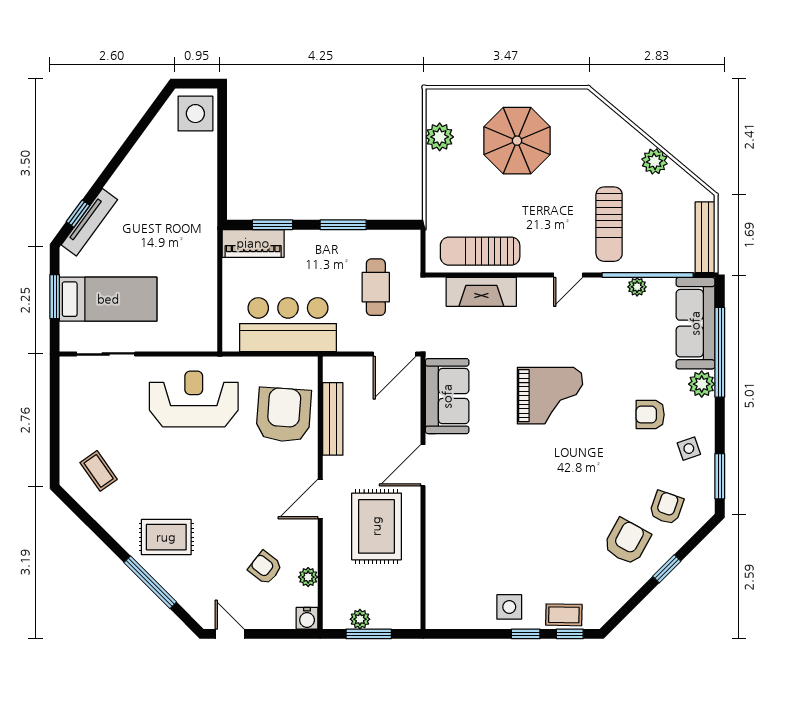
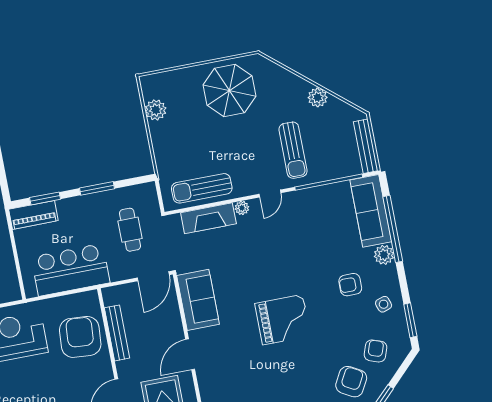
parasol: (517, 141) -> (229, 90), moved
plant: (637, 287) -> (242, 208), moved
grand piano: (550, 396) -> (283, 320), moved

